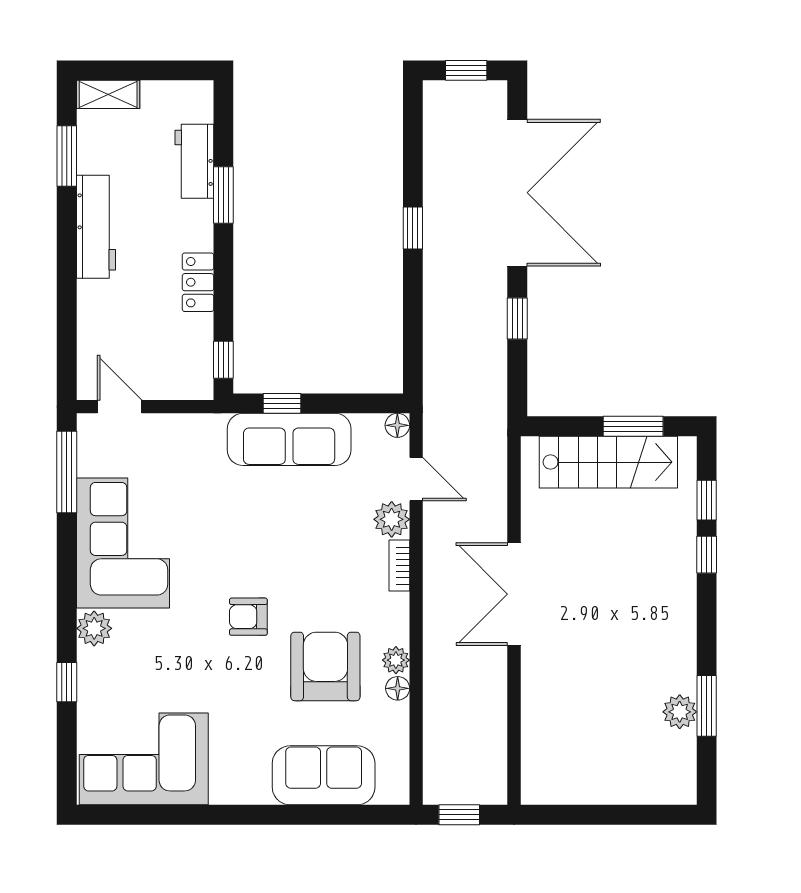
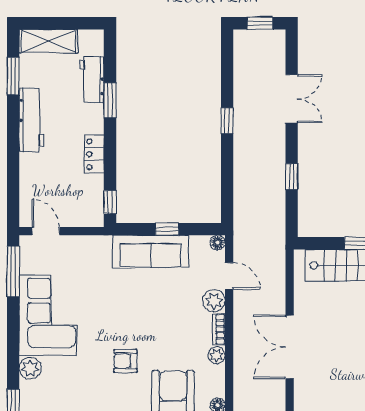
shelving: (108, 94) -> (49, 41), width x1.50, depth x1.33
double door: (517, 193) -> (292, 99), width x0.54
window: (282, 403) -> (167, 229), moved
plant: (396, 660) -> (217, 355), moved

